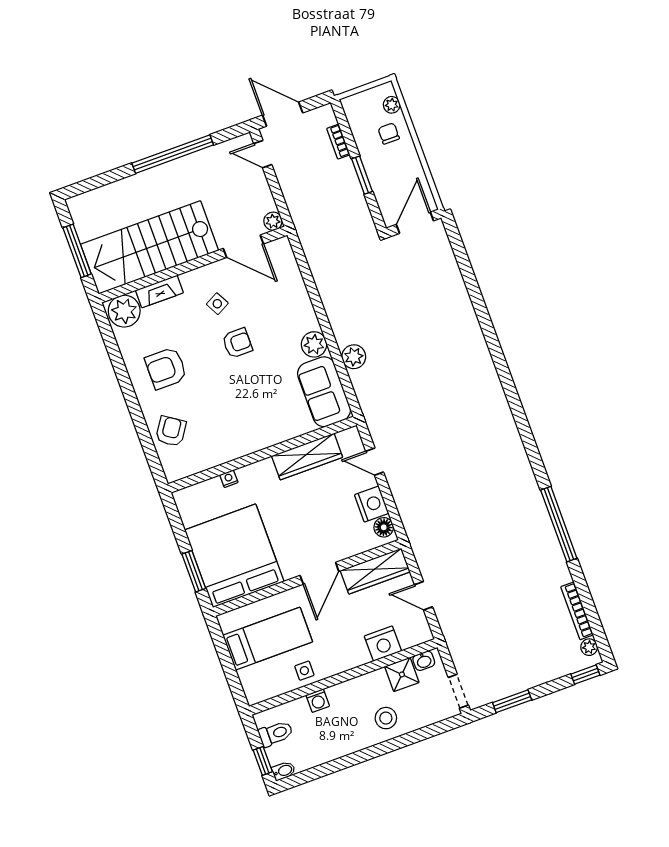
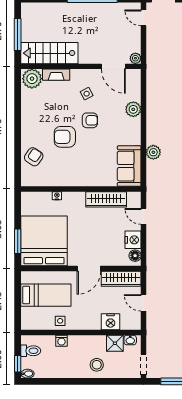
stairs: (150, 247) -> (49, 53), width x0.73, depth x0.66
plant: (314, 344) -> (133, 109), moved
armchair: (166, 368) -> (65, 137), moved

